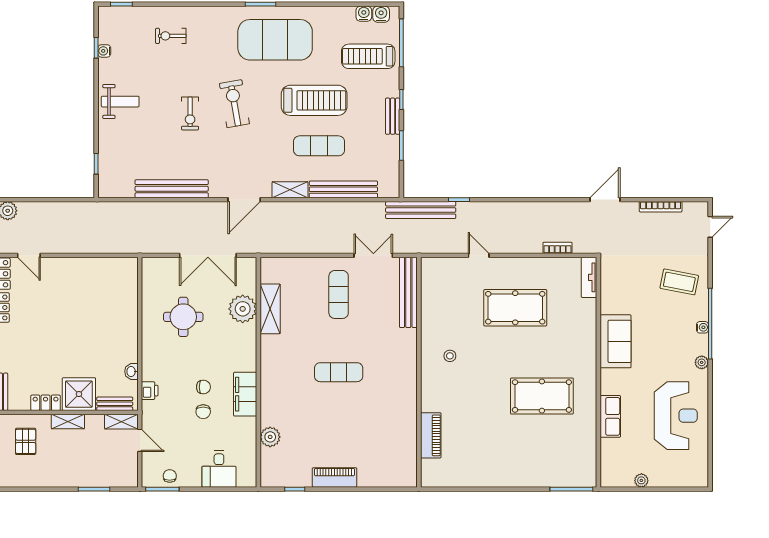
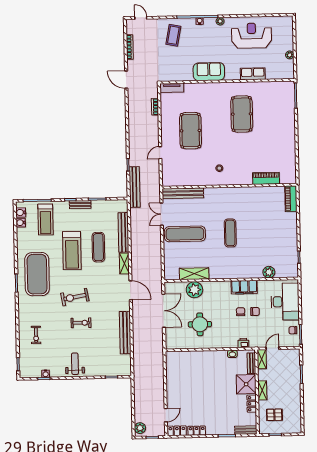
treadmill: (314, 100) -> (72, 251), turned 180
exercise mat: (339, 294) -> (185, 234), width x1.36, depth x1.45
desk: (219, 469) -> (285, 302), width x1.87, depth x1.30
piano: (335, 477) -> (291, 199), moved

